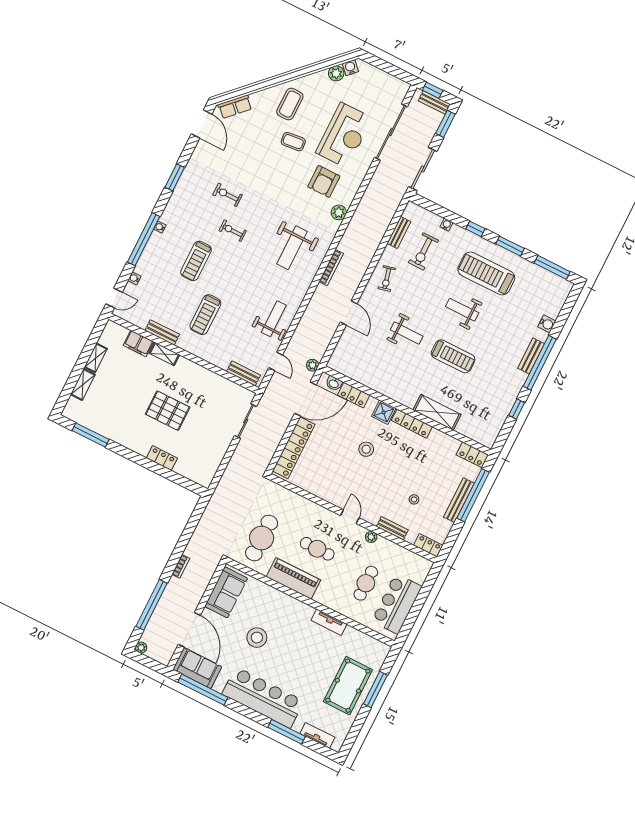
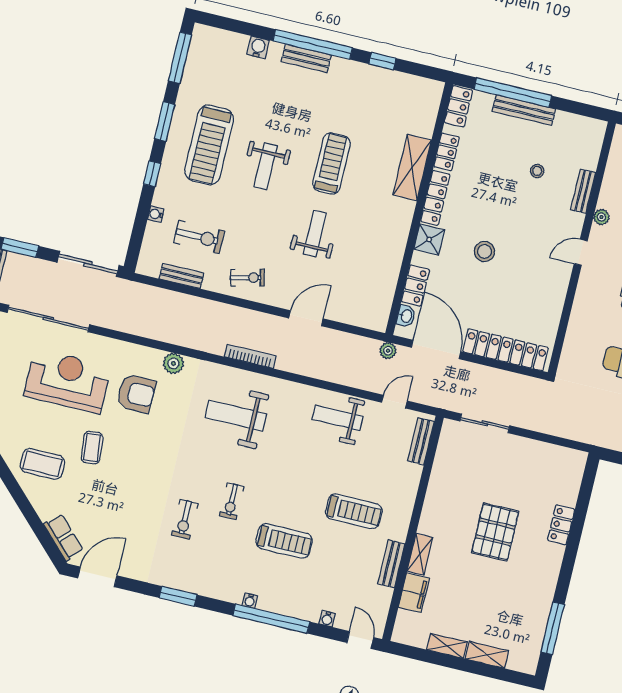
weight bench: (292, 248) -> (236, 416), turned 180
locker: (428, 545) -> (447, 152), moved, turned 180

